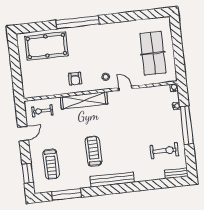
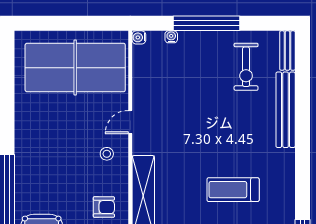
table tennis table: (153, 53) -> (75, 68), width x1.36, depth x1.32
exercise bike: (164, 151) -> (246, 67), turned 180
bench: (112, 179) -> (286, 110), moved

